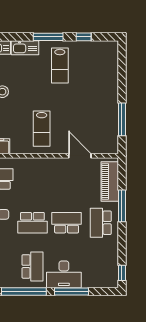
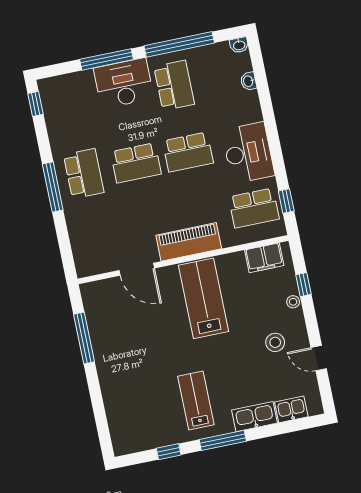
lab bench: (42, 129) -> (204, 298), width x1.36, depth x1.39
piano: (110, 182) -> (189, 242), moved, turned -90
window: (122, 206) -> (53, 187), moved
school desk: (32, 223) -> (188, 152), turned 180
school desk: (32, 266) -> (174, 85), turned 180

